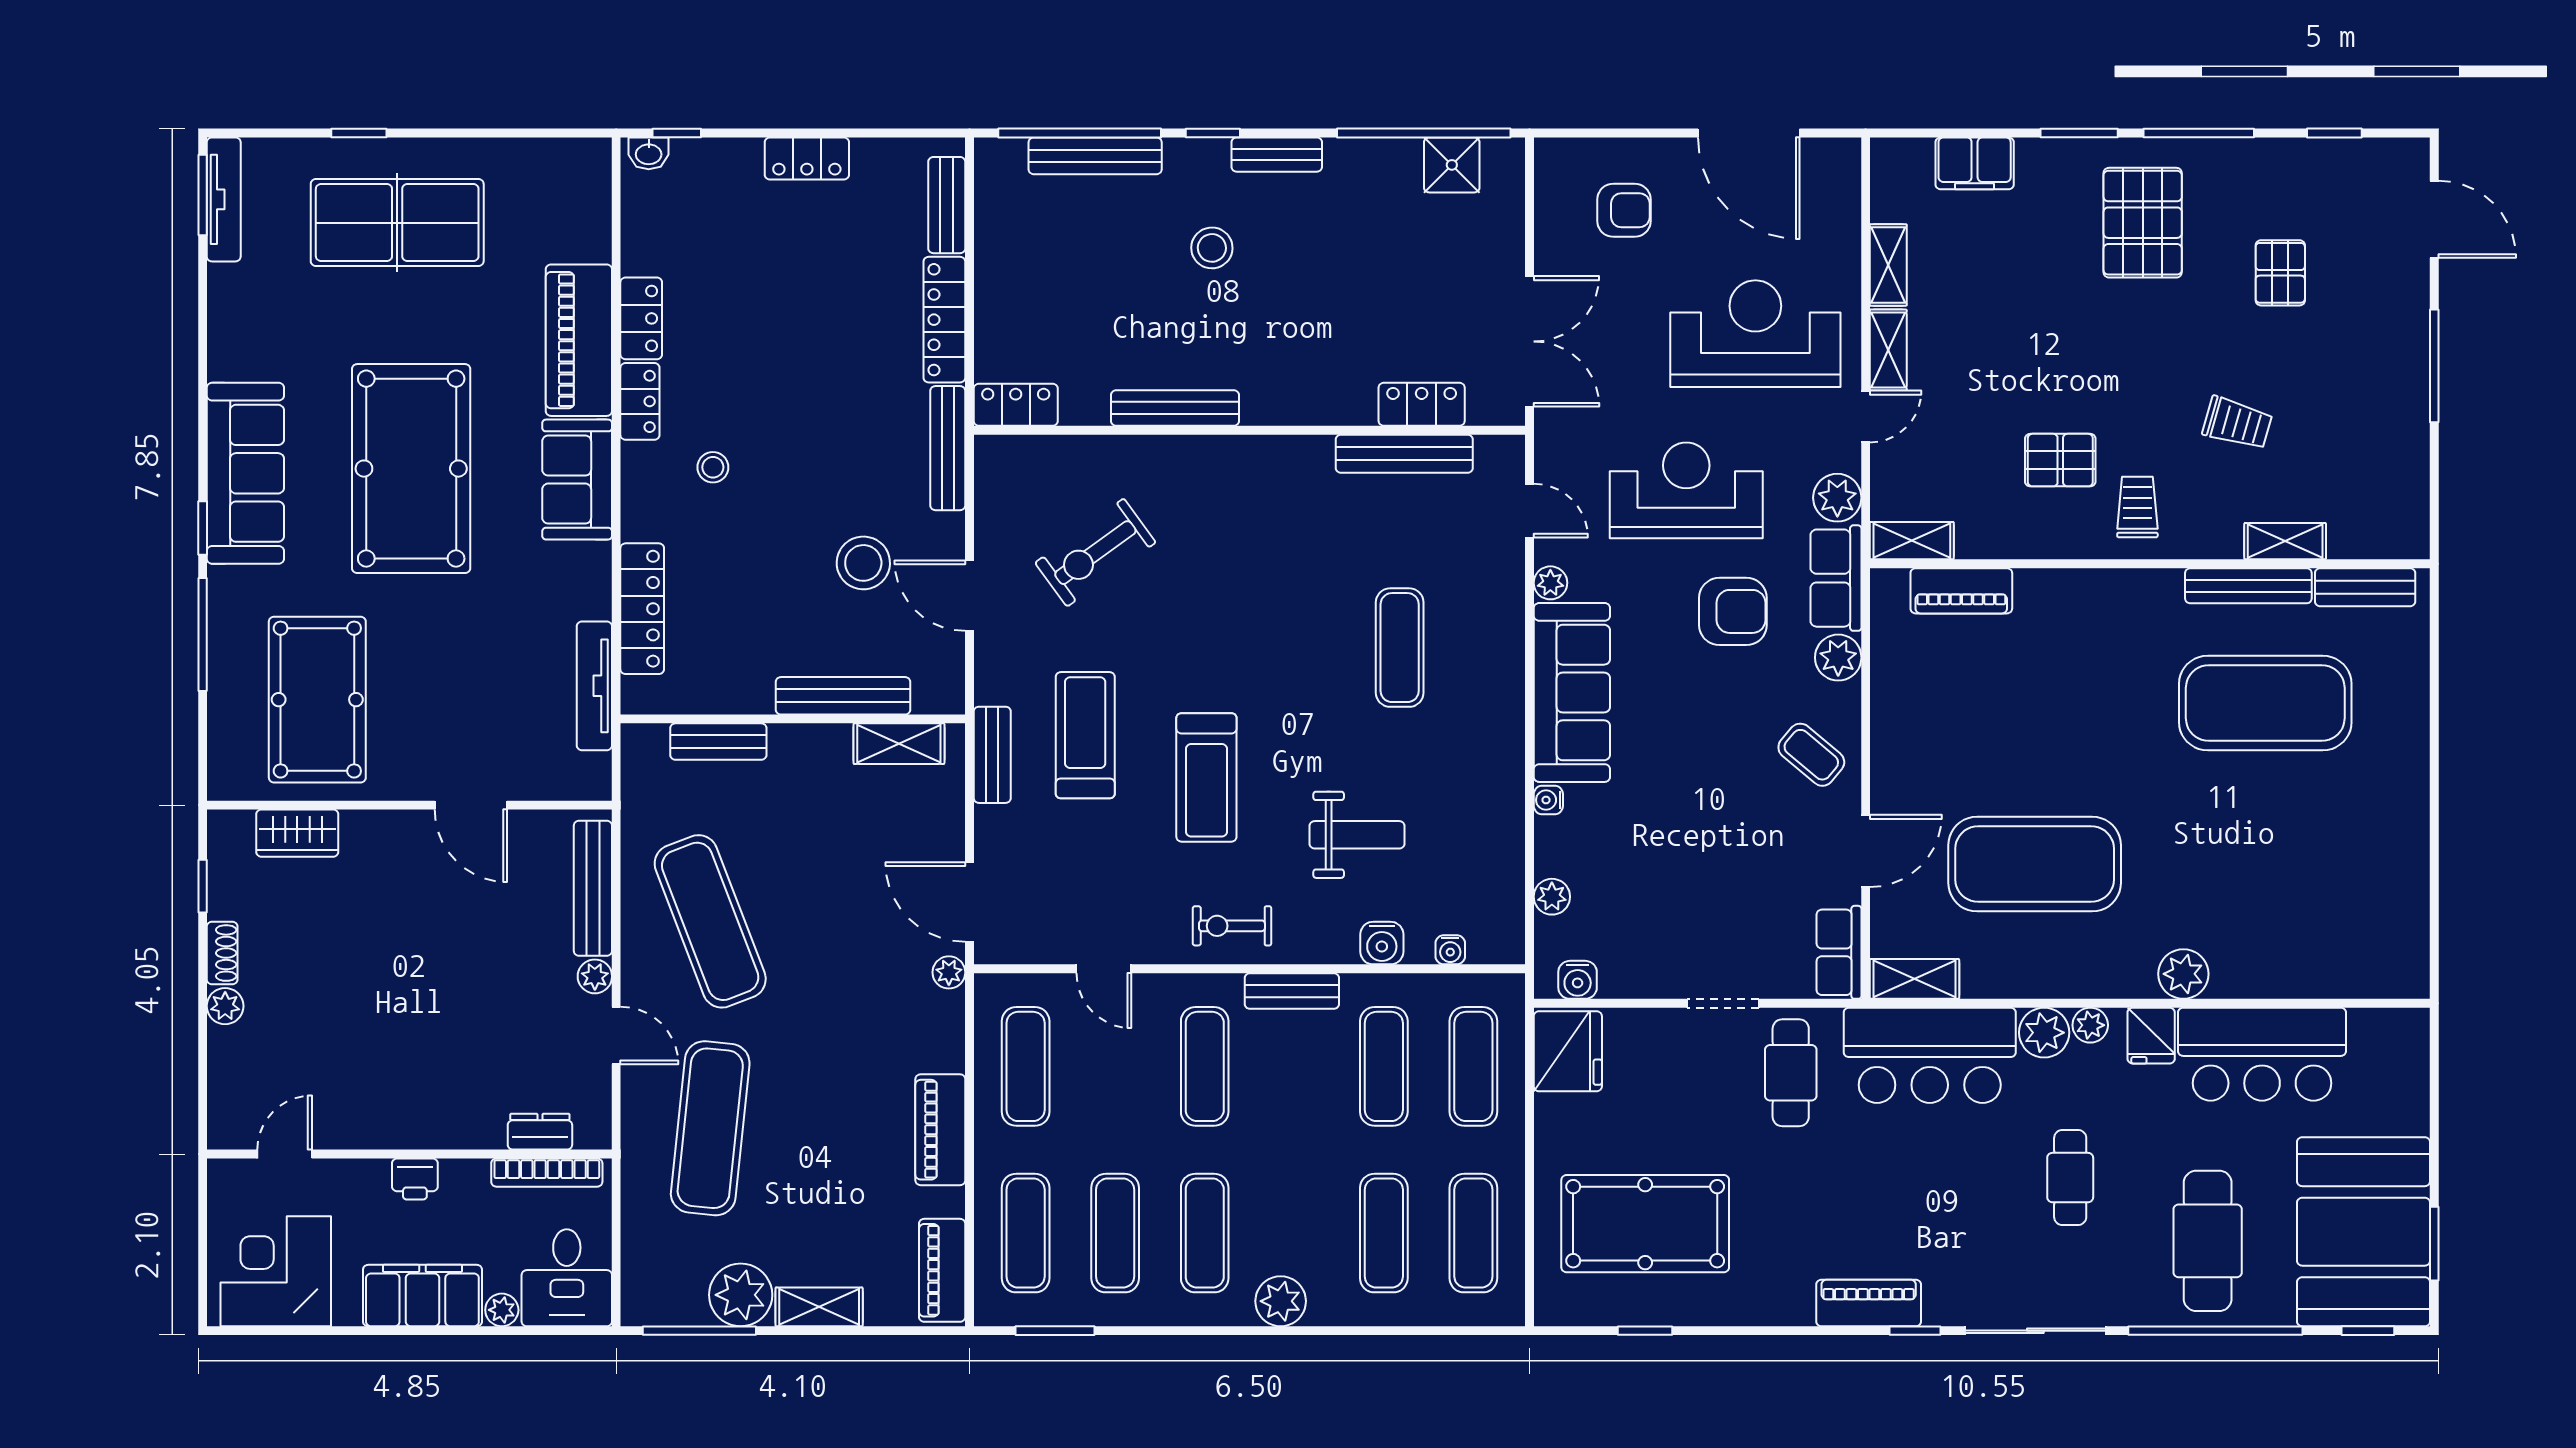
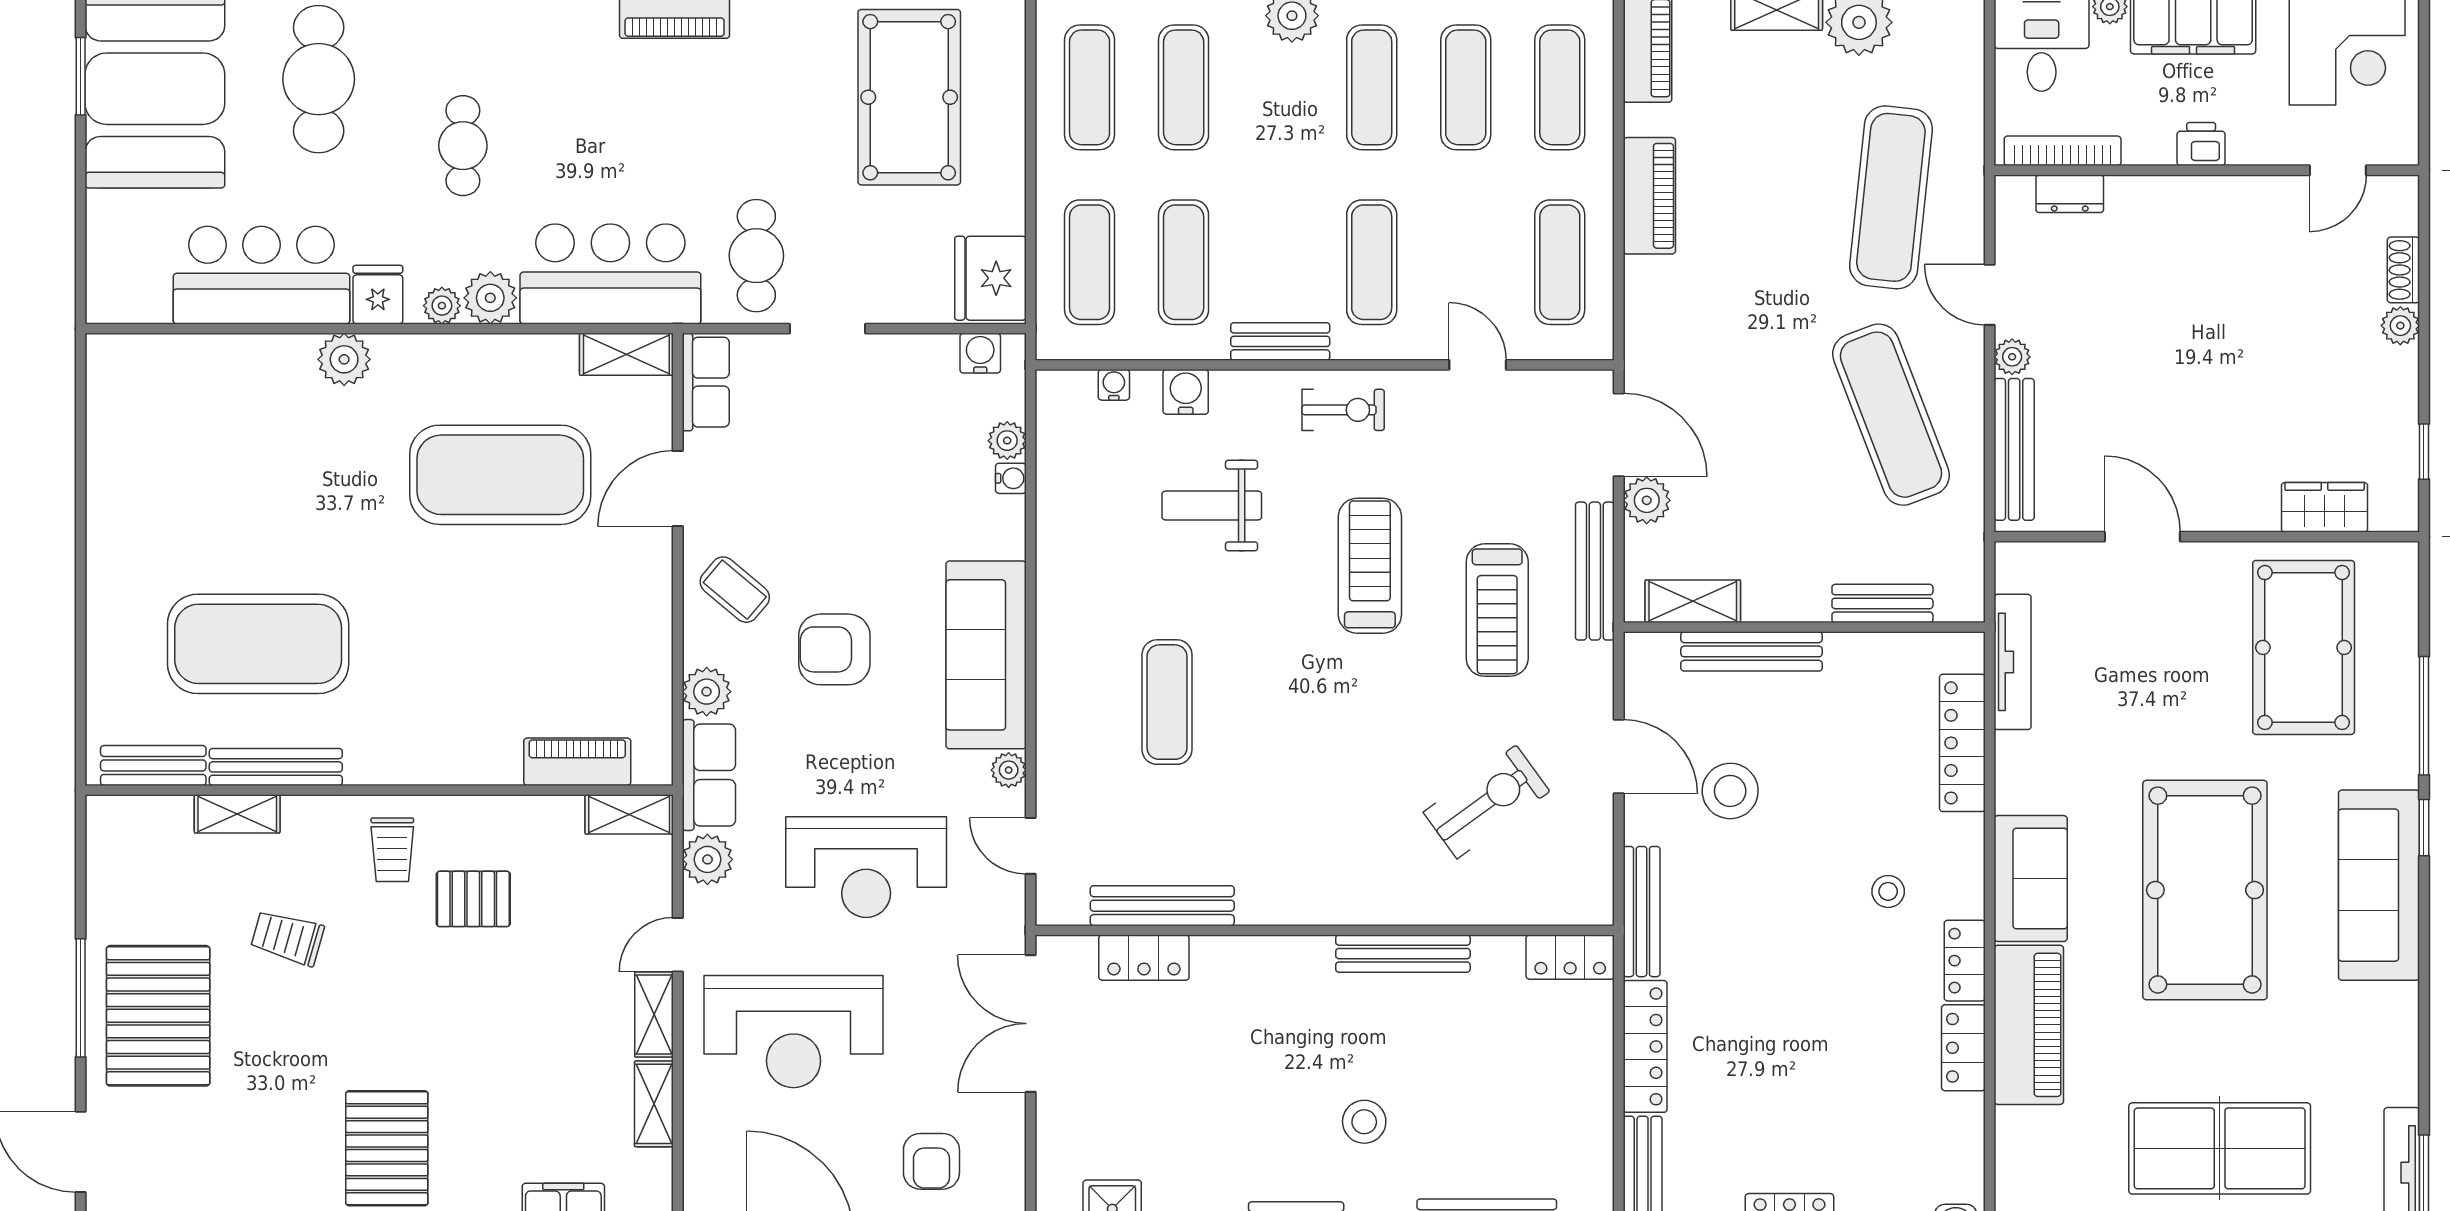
armchair: (1624, 210) -> (931, 1161), turned -90
pallet: (2280, 273) -> (158, 1016), moved, width x2.05, depth x2.00
armchair: (1733, 611) -> (834, 649), moved
bench: (992, 755) -> (1595, 571), width x1.36
water cooler: (1548, 800) -> (1011, 478), moved
shoe rack: (222, 953) -> (2403, 270), moved
plant: (949, 972) -> (1647, 500), moved, width x1.38, depth x1.38
pool table: (1645, 1224) -> (909, 97), turned 90

